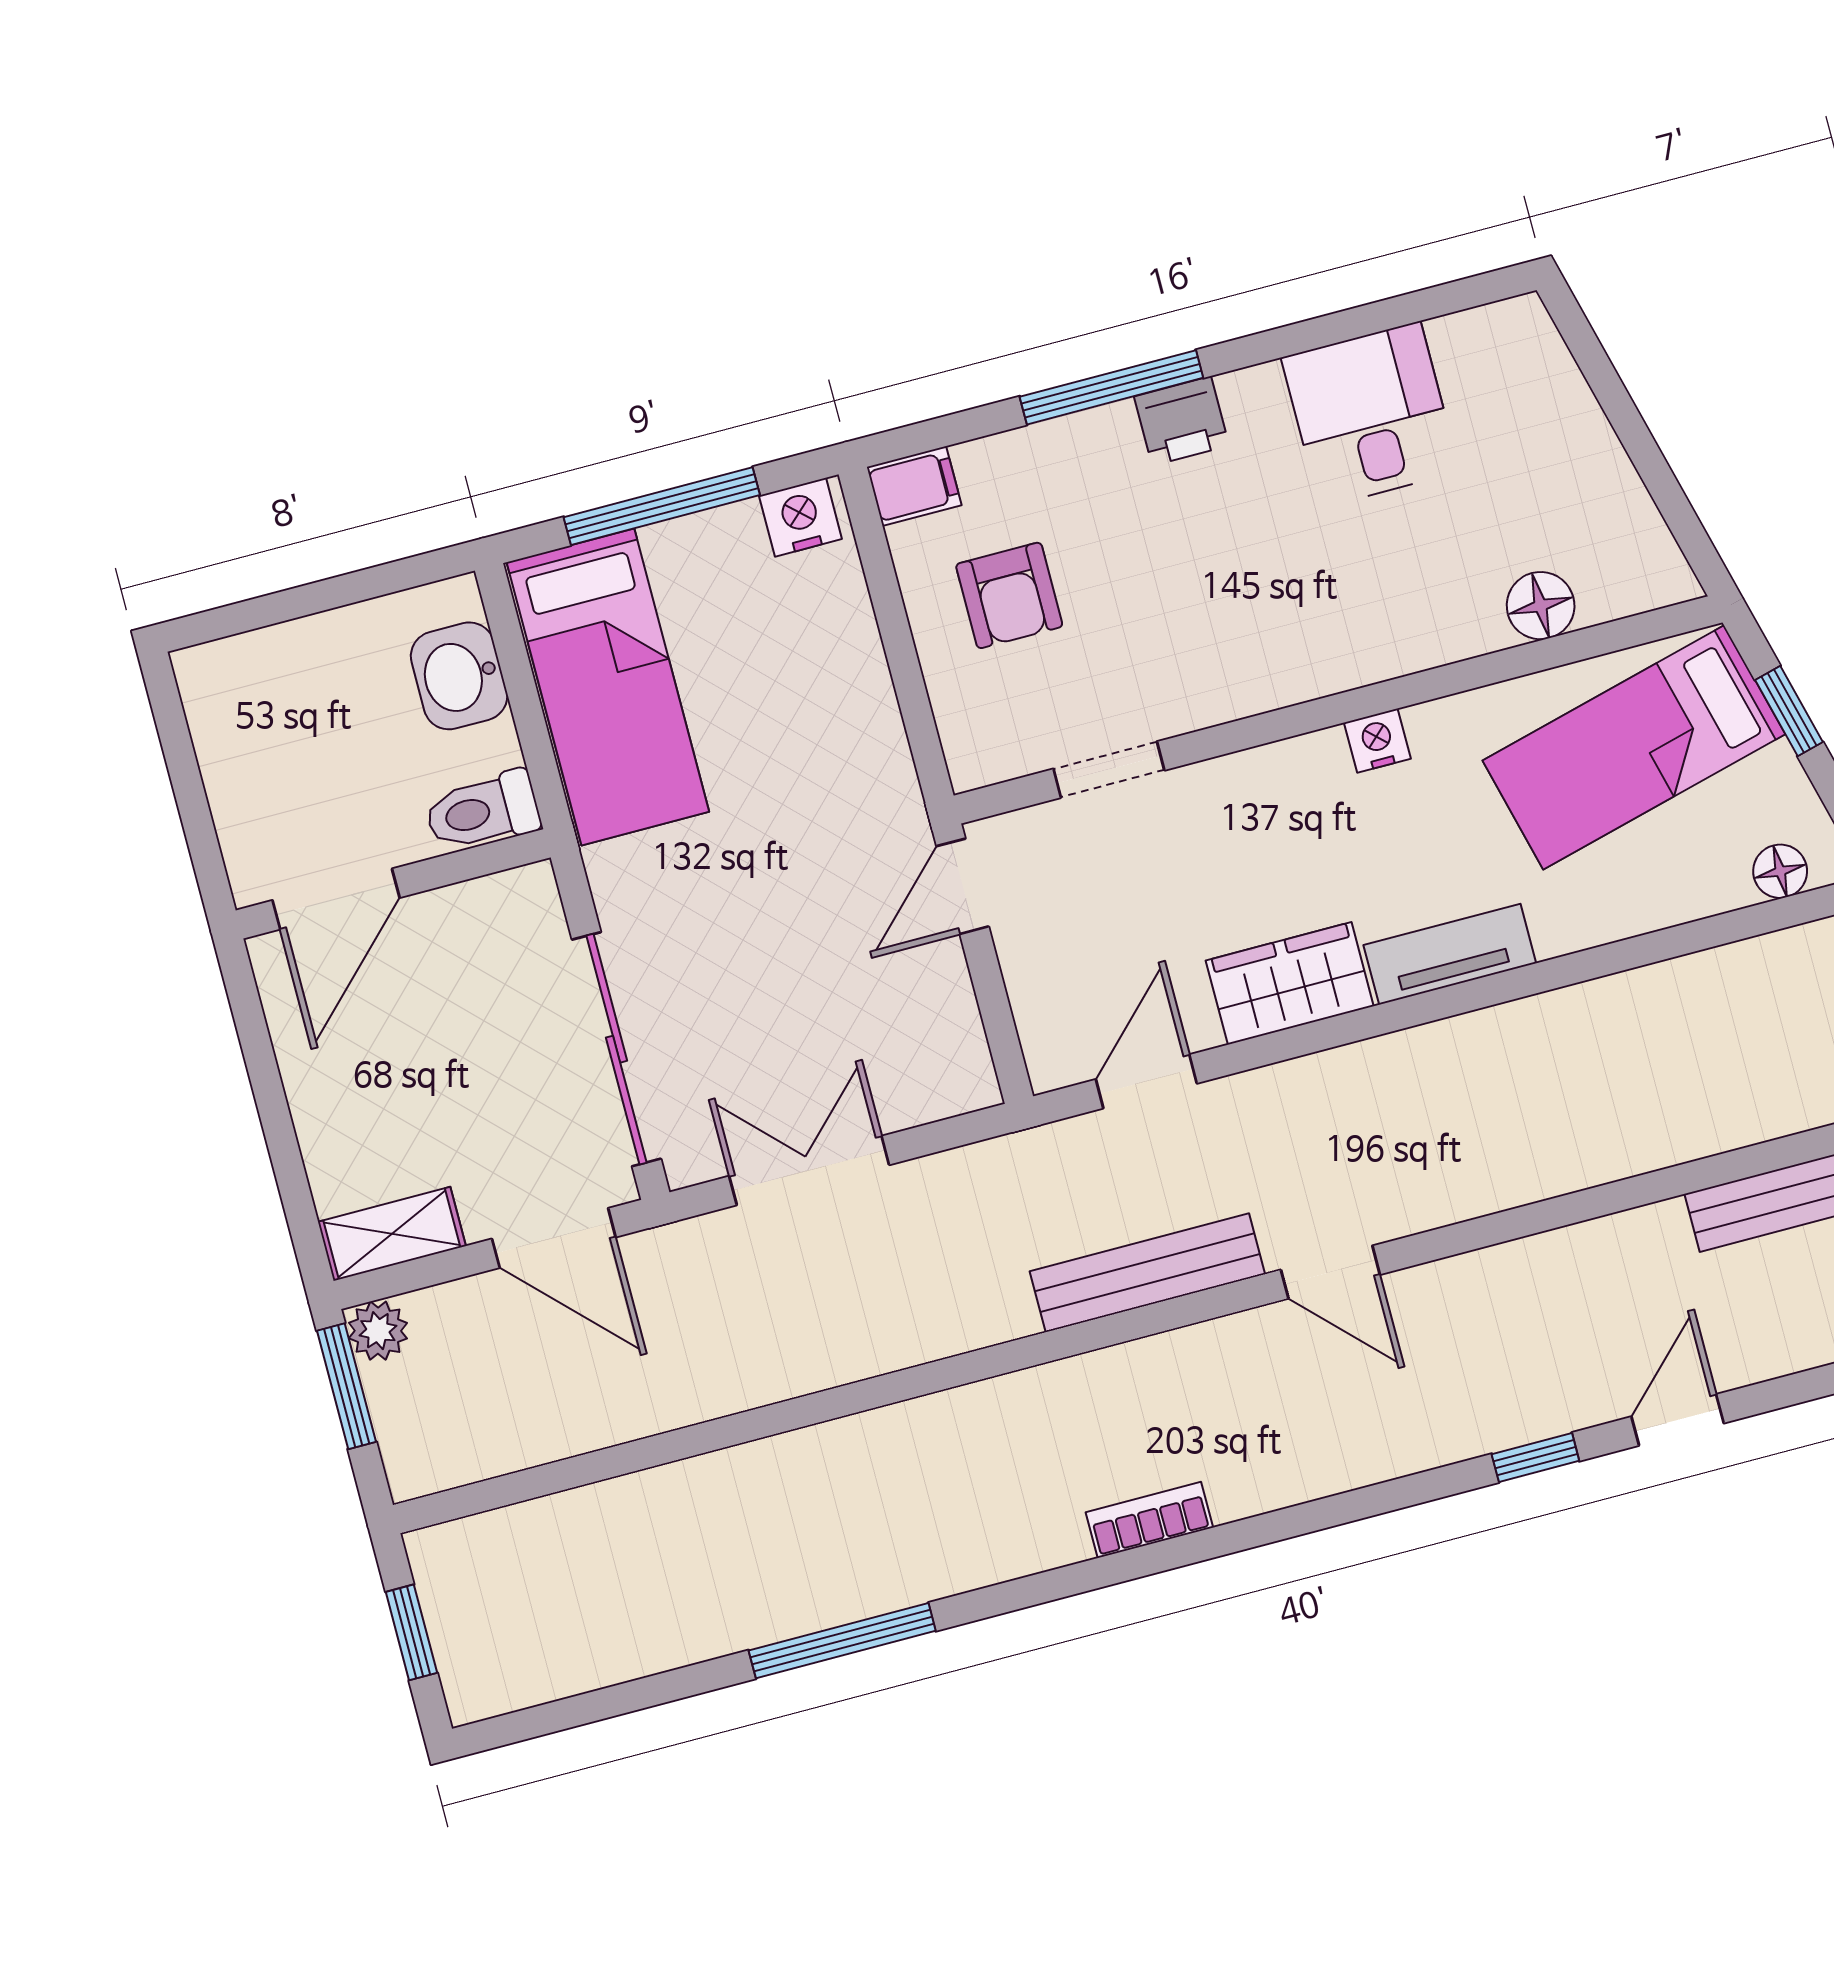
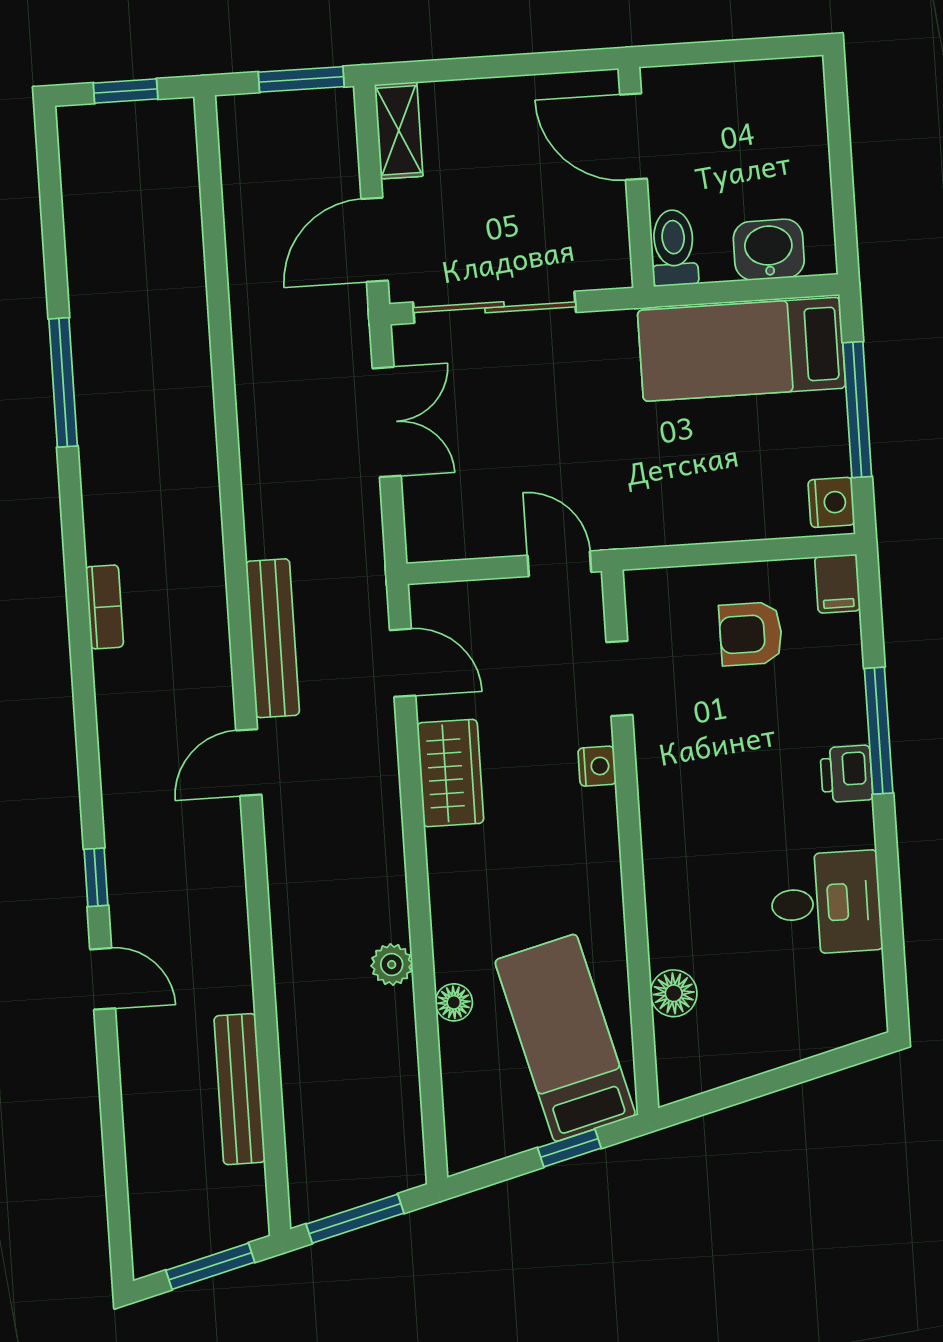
nightstand: (1377, 741) -> (597, 766), moved
floor lamp: (1780, 871) -> (454, 1002), moved
tv unit: (1450, 954) -> (449, 886), removed
plant: (378, 1331) -> (392, 965), moved

